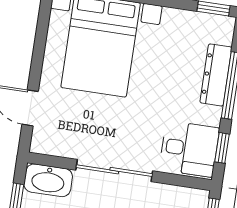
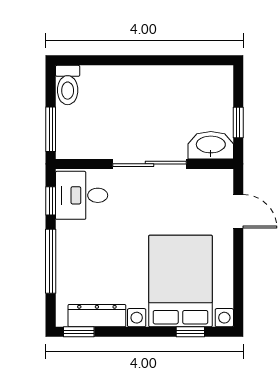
dresser: (216, 75) -> (97, 316), moved, turned -90

